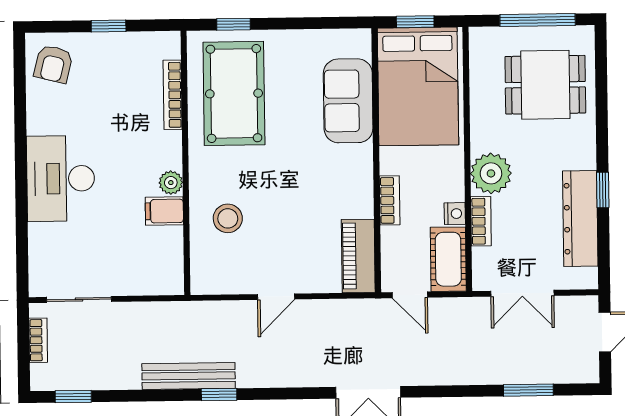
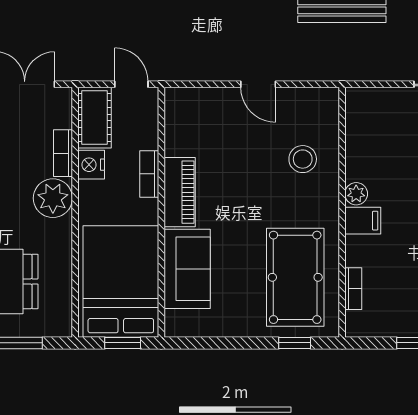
bookcase: (173, 95) -> (353, 289), width x0.64
filing cabinet: (164, 211) -> (363, 221), moved
nightstand: (455, 214) -> (91, 165), width x1.39, depth x1.35
piano: (358, 256) -> (180, 192), moved
door: (276, 297) -> (258, 84), swing flipped

